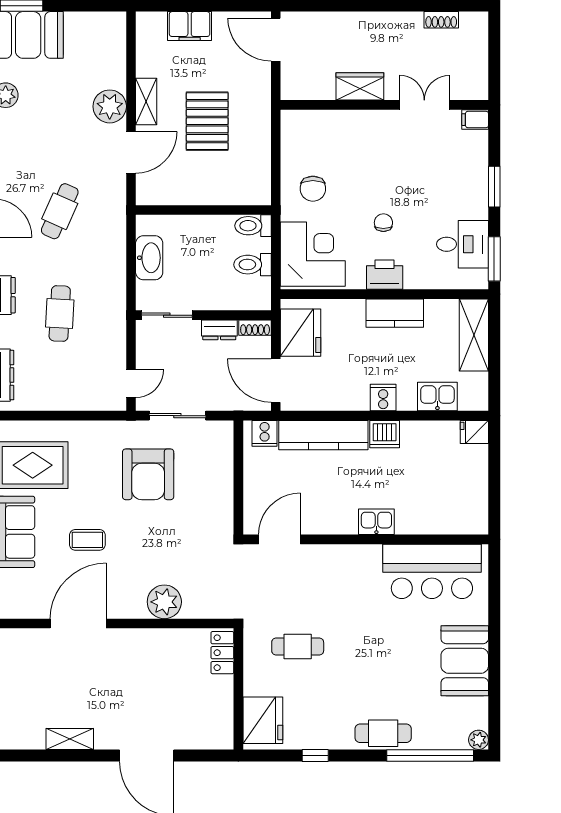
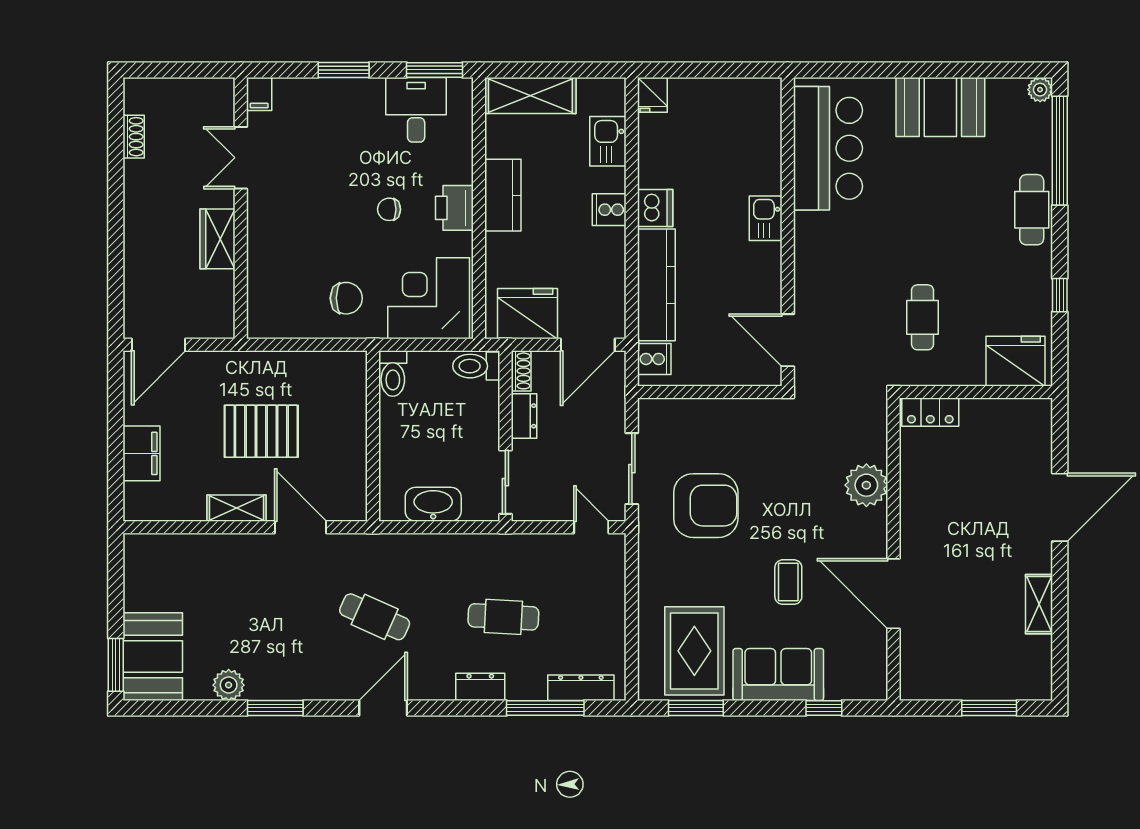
plant: (110, 106) -> (243, 554), removed
toilet: (253, 265) -> (476, 366), moved, turned 90

